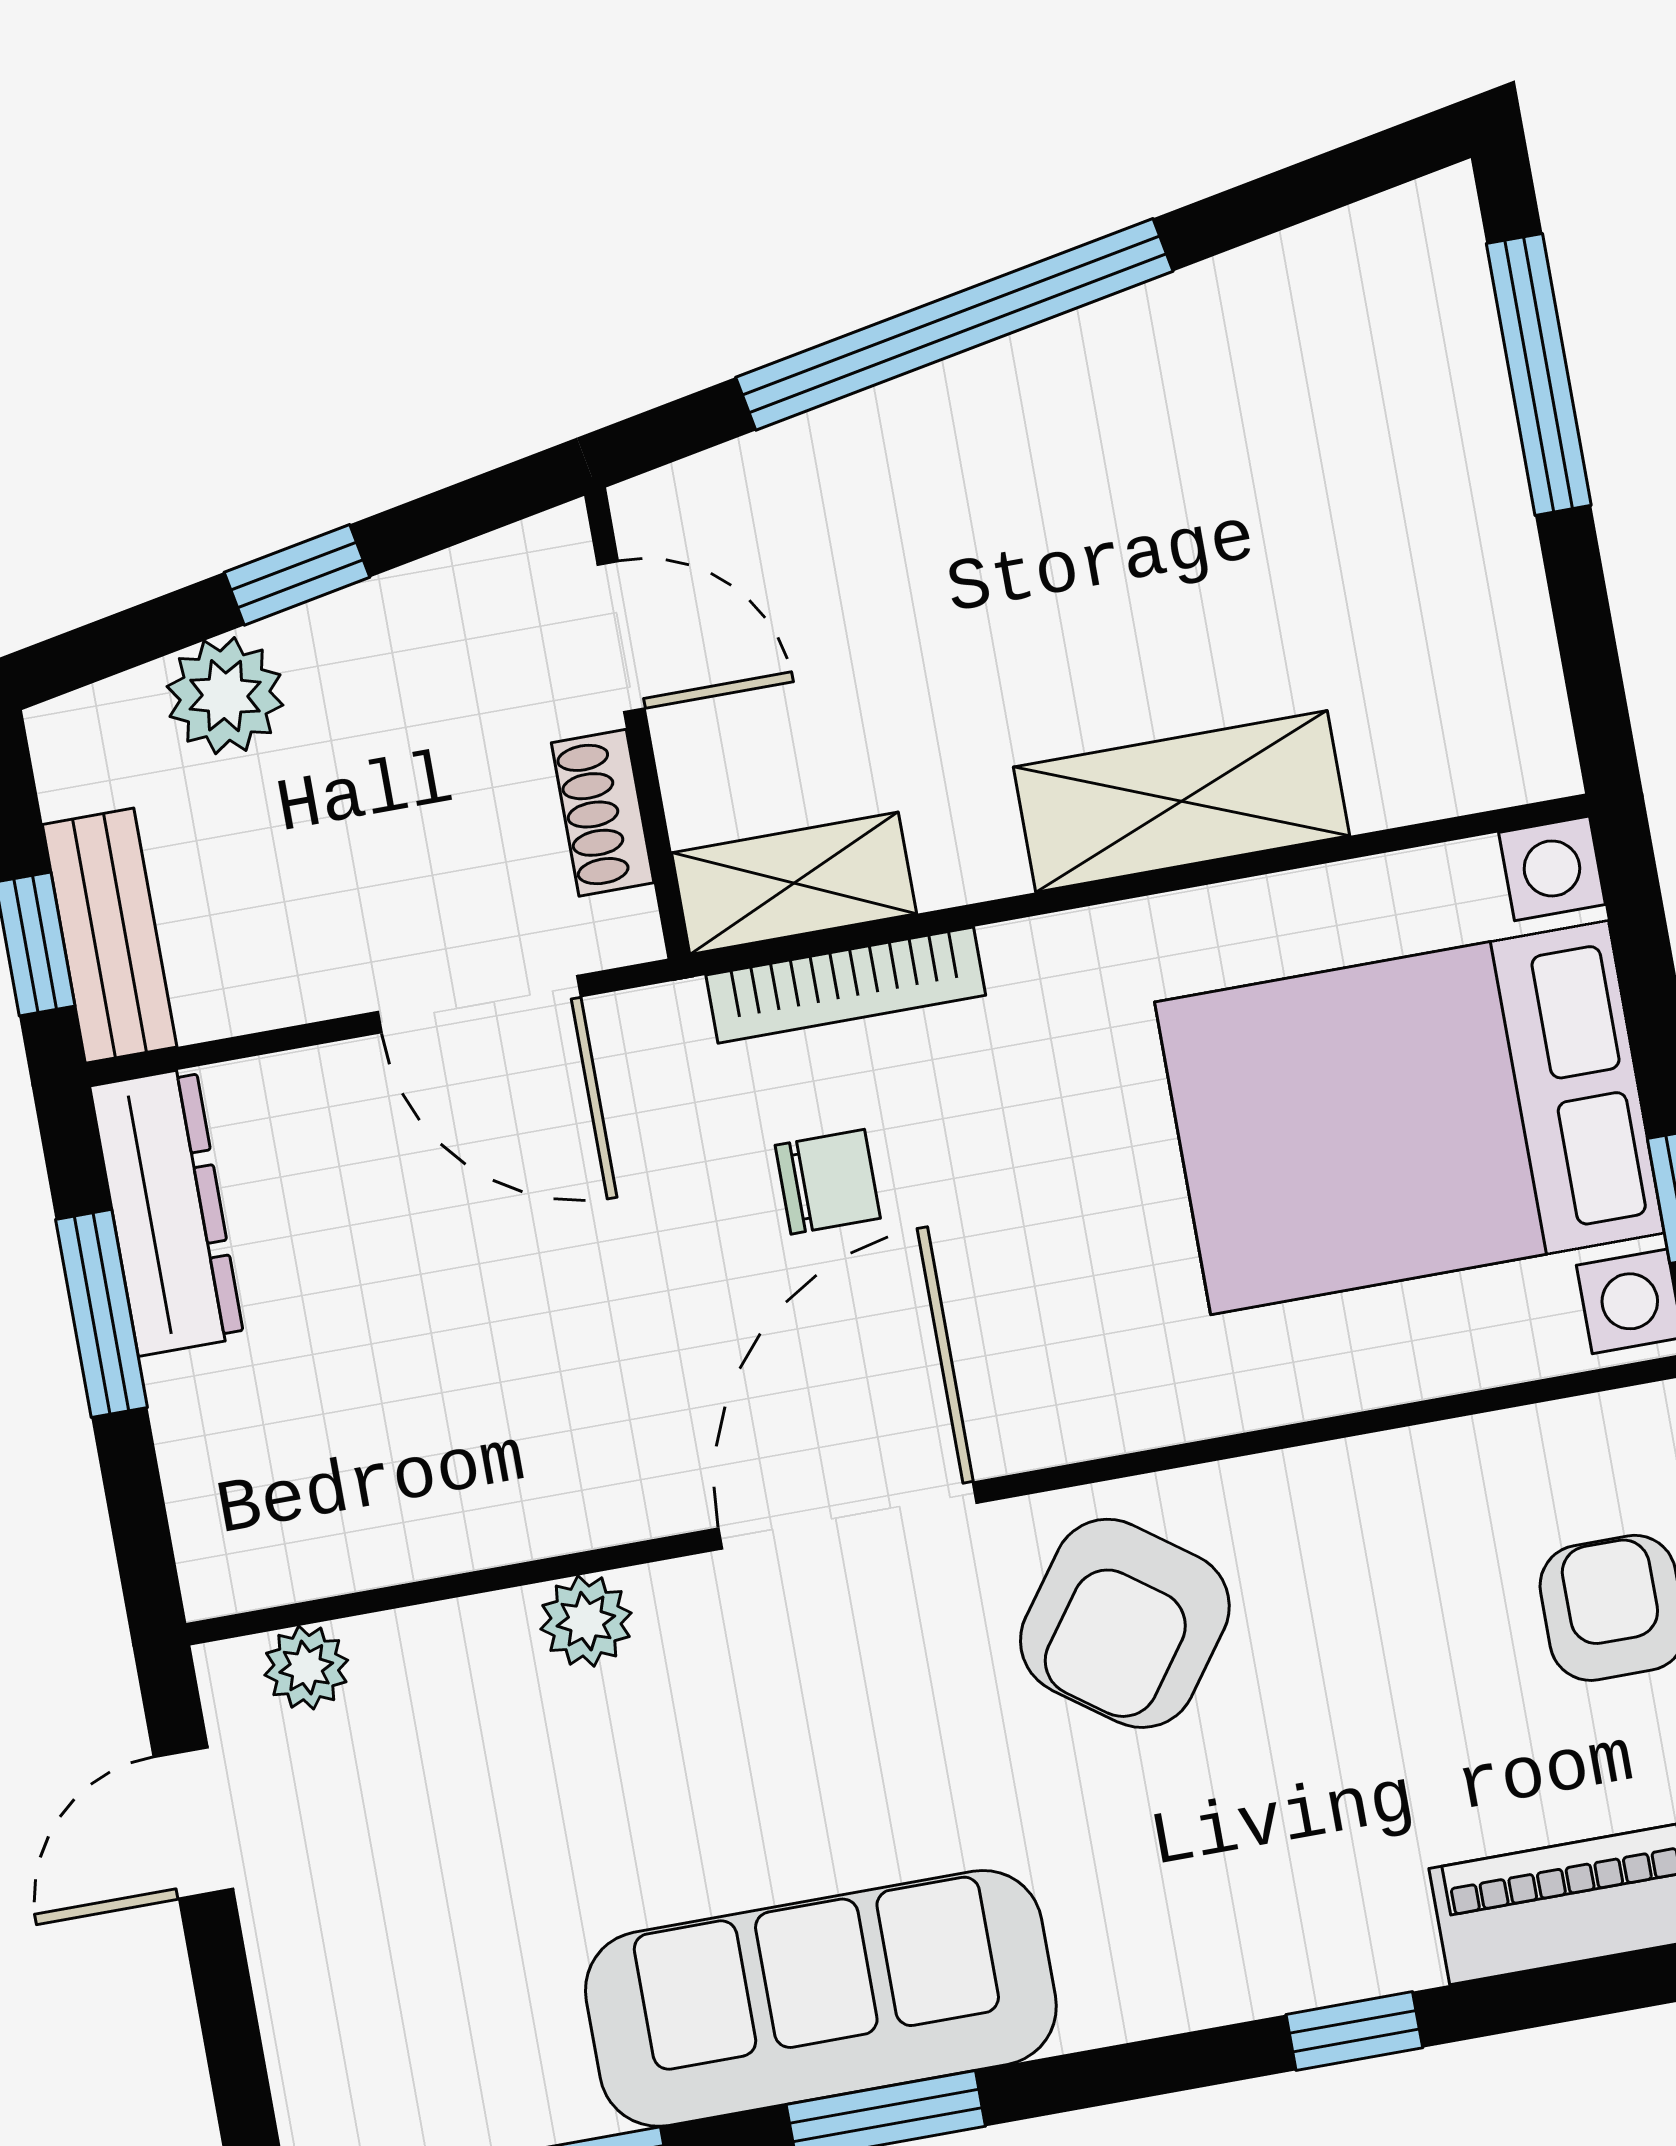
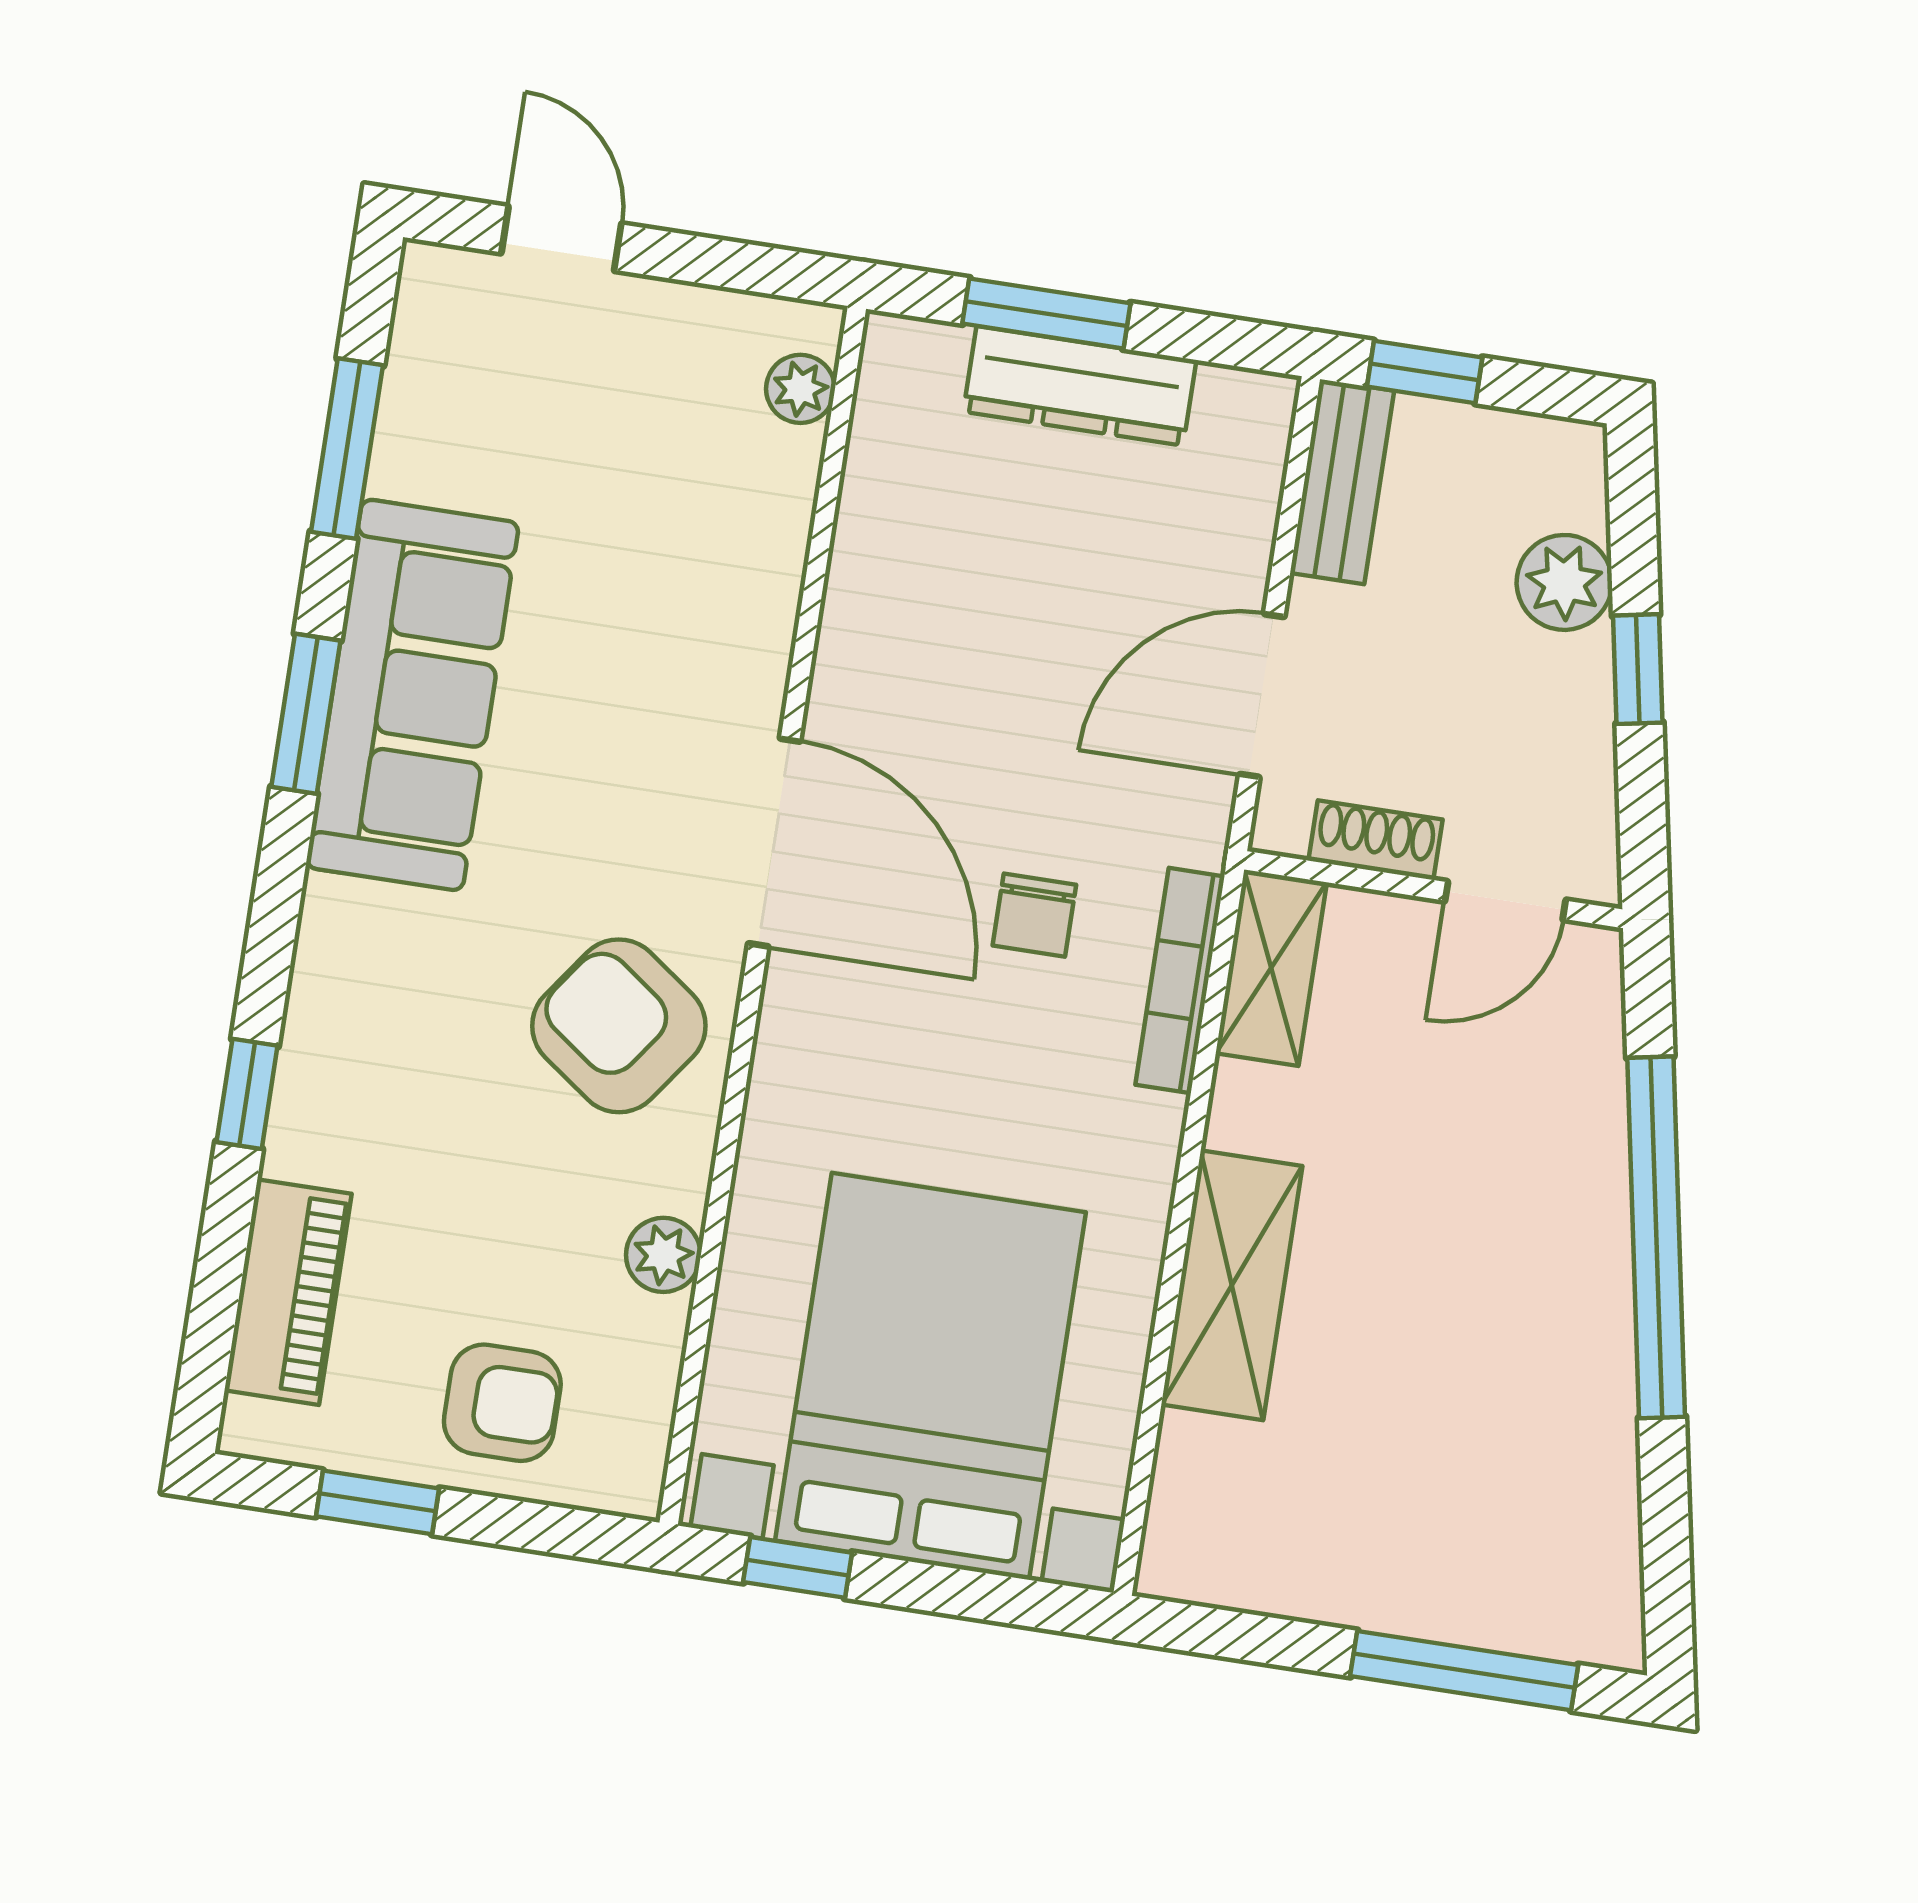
bench: (110, 936) -> (1342, 482), moved, turned 90
dresser: (167, 1212) -> (1080, 386), moved
window: (102, 1313) -> (1046, 313), moved
plant: (586, 1621) -> (663, 1255), moved
door: (193, 1823) -> (561, 238), moved

